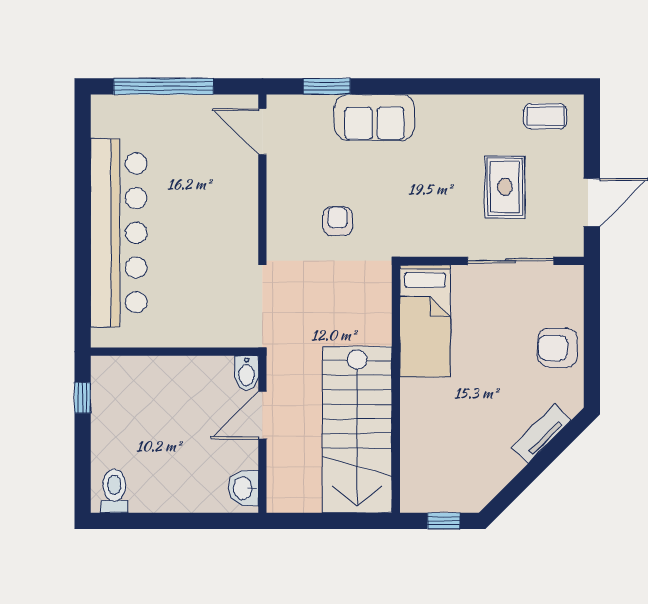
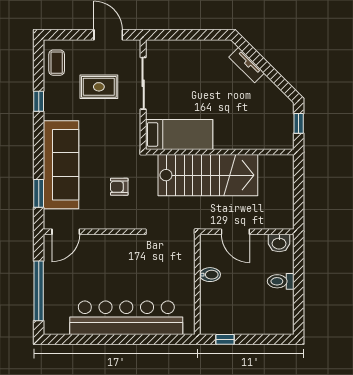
window: (481, 86) -> (39, 101), added
sofa: (375, 117) -> (61, 165), width x1.85, depth x1.27
armchair: (558, 348) -> (195, 55), removed
bidet: (247, 373) -> (210, 275), moved
stairs: (357, 429) -> (208, 175), moved
toilet: (114, 491) -> (281, 281), moved

